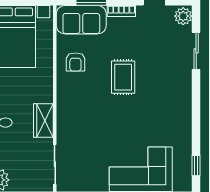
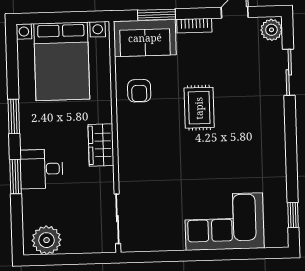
wardrobe: (43, 121) -> (101, 145), moved

